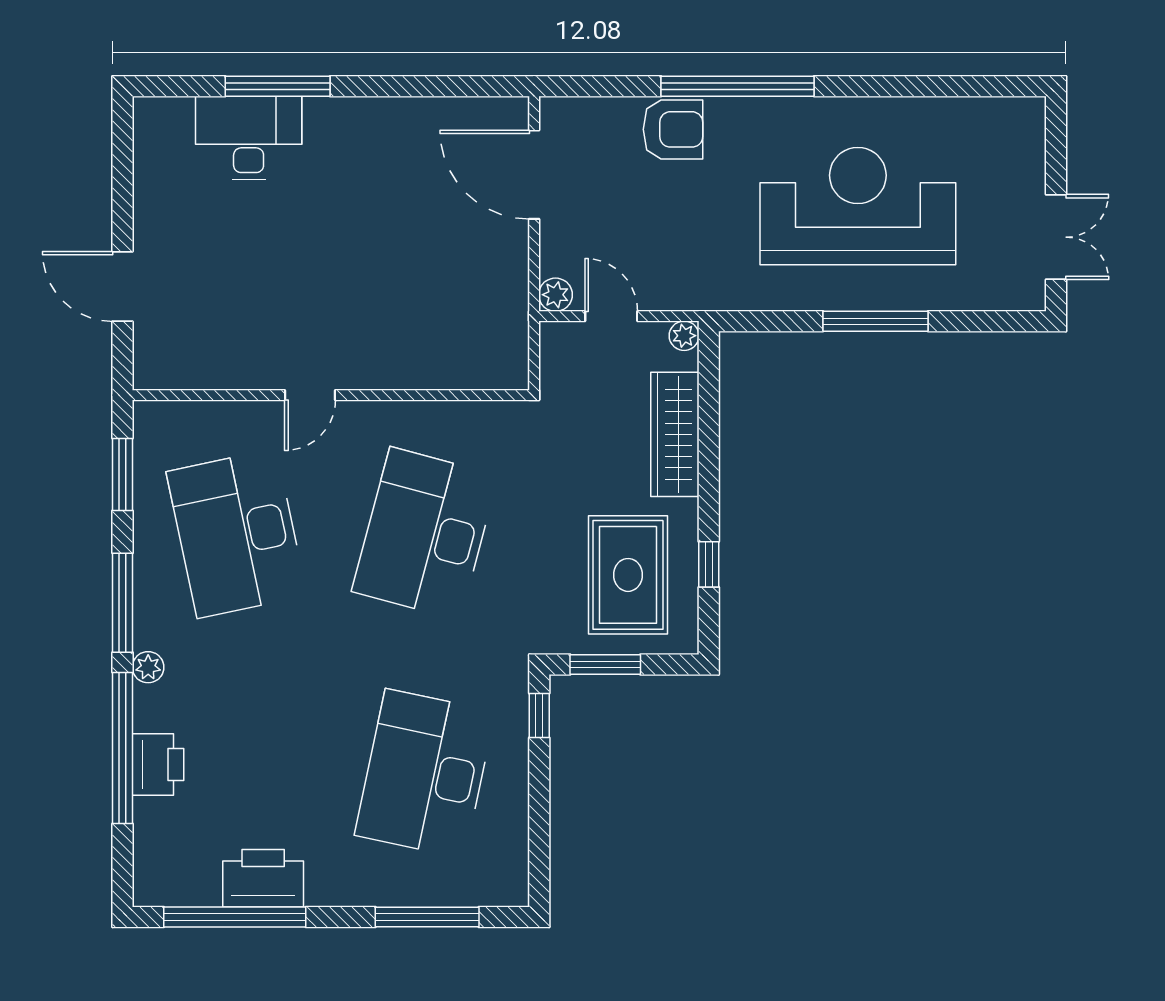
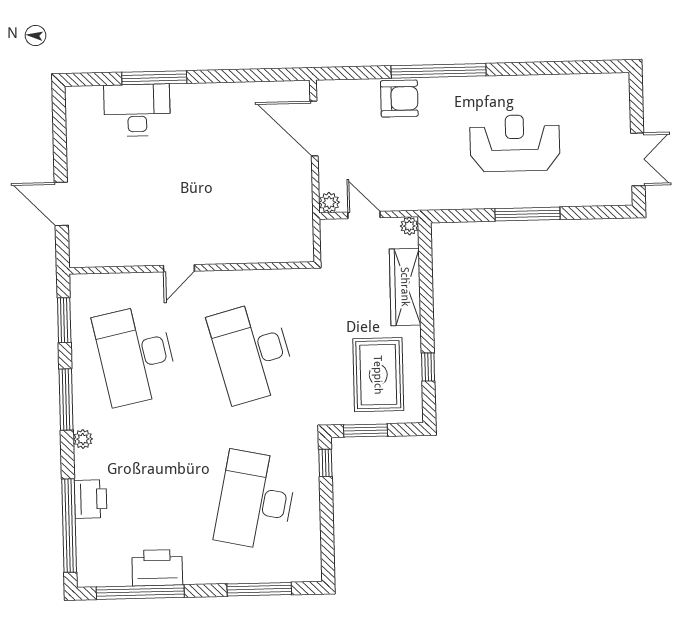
reception desk: (858, 206) -> (515, 143), width x0.74, depth x0.77
desk: (425, 534) -> (252, 352), turned -30
window: (123, 748) -> (69, 526), moved

